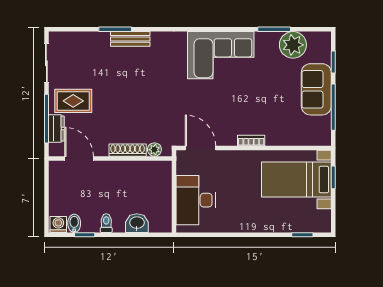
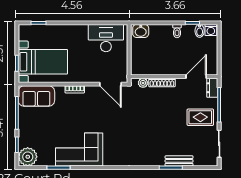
bench: (130, 39) -> (179, 161), moved
plant: (293, 45) -> (28, 157), moved
corner sofa: (221, 55) -> (79, 150), moved
sofa: (316, 89) -> (36, 96), moved, turned 90
dresser: (56, 128) -> (212, 88), moved
door: (79, 159) -> (196, 77), swing flipped
desk: (196, 200) -> (106, 38), moved, turned -90
washbasin: (137, 223) -> (141, 31), moved

